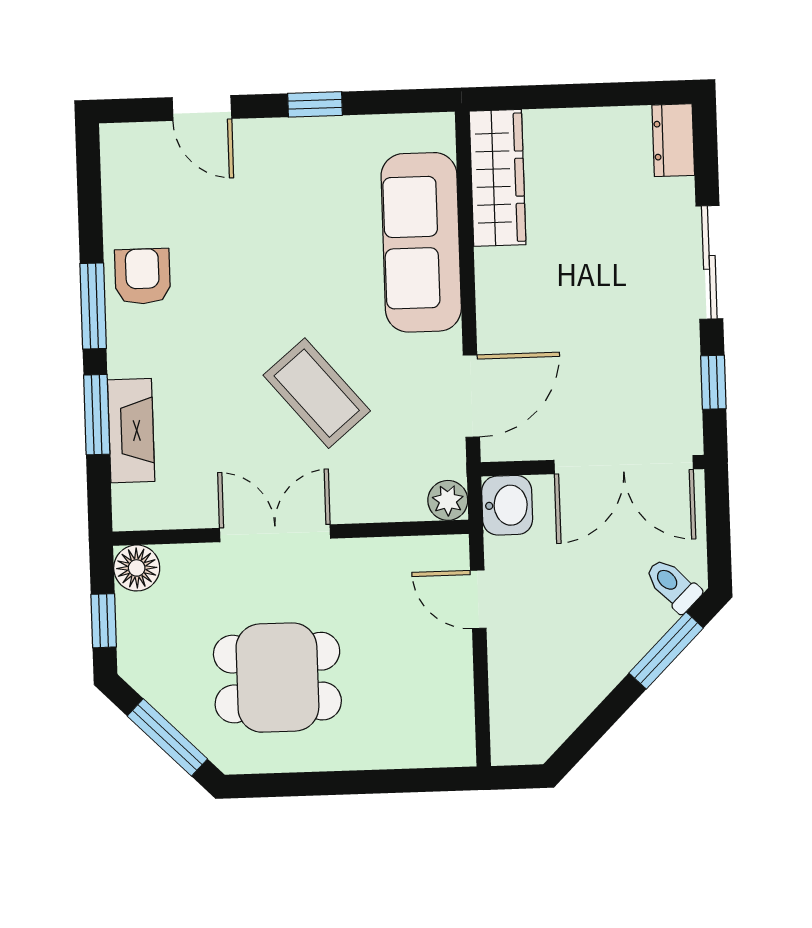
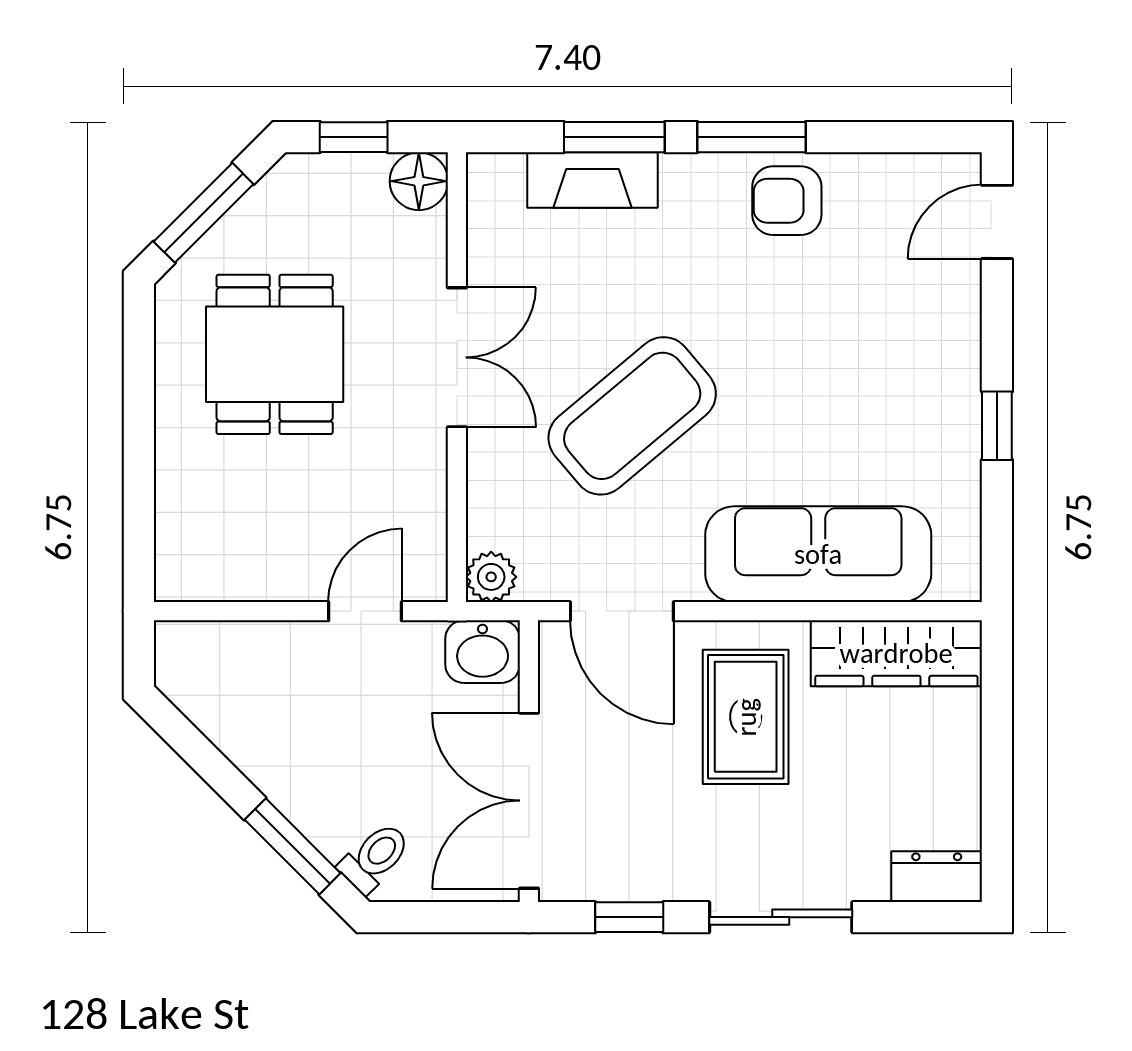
door: (202, 108) -> (997, 222), moved
armchair: (142, 276) -> (787, 201), turned 180
rug: (552, 295) -> (746, 717), added
coffee table: (317, 393) -> (632, 416), width x1.36, depth x1.32

